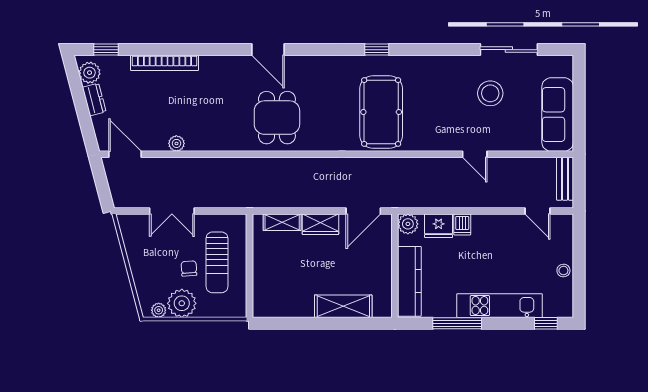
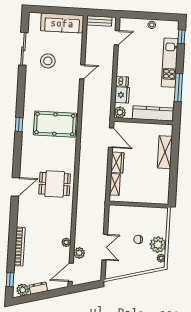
plant: (159, 167) -> (79, 253), added
sun lounger: (217, 262) -> (136, 223), removed

